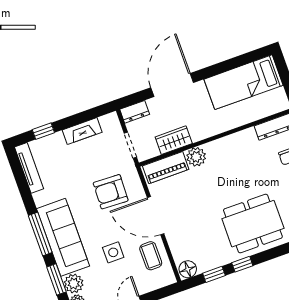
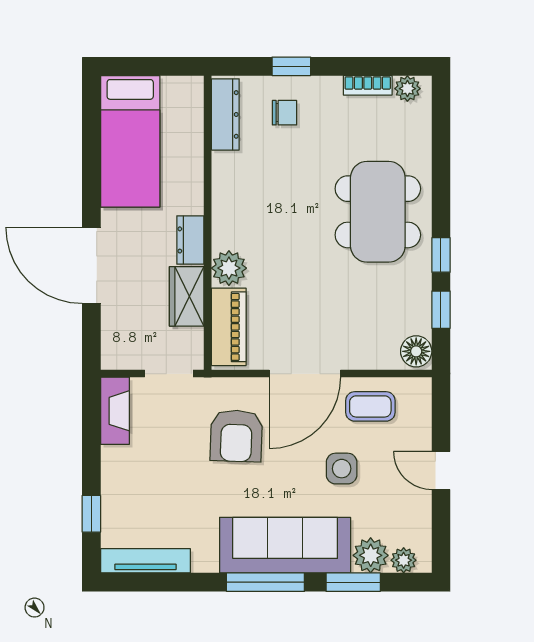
dresser: (135, 112) -> (190, 240), moved, turned 180
fireplace: (82, 131) -> (115, 411), moved

